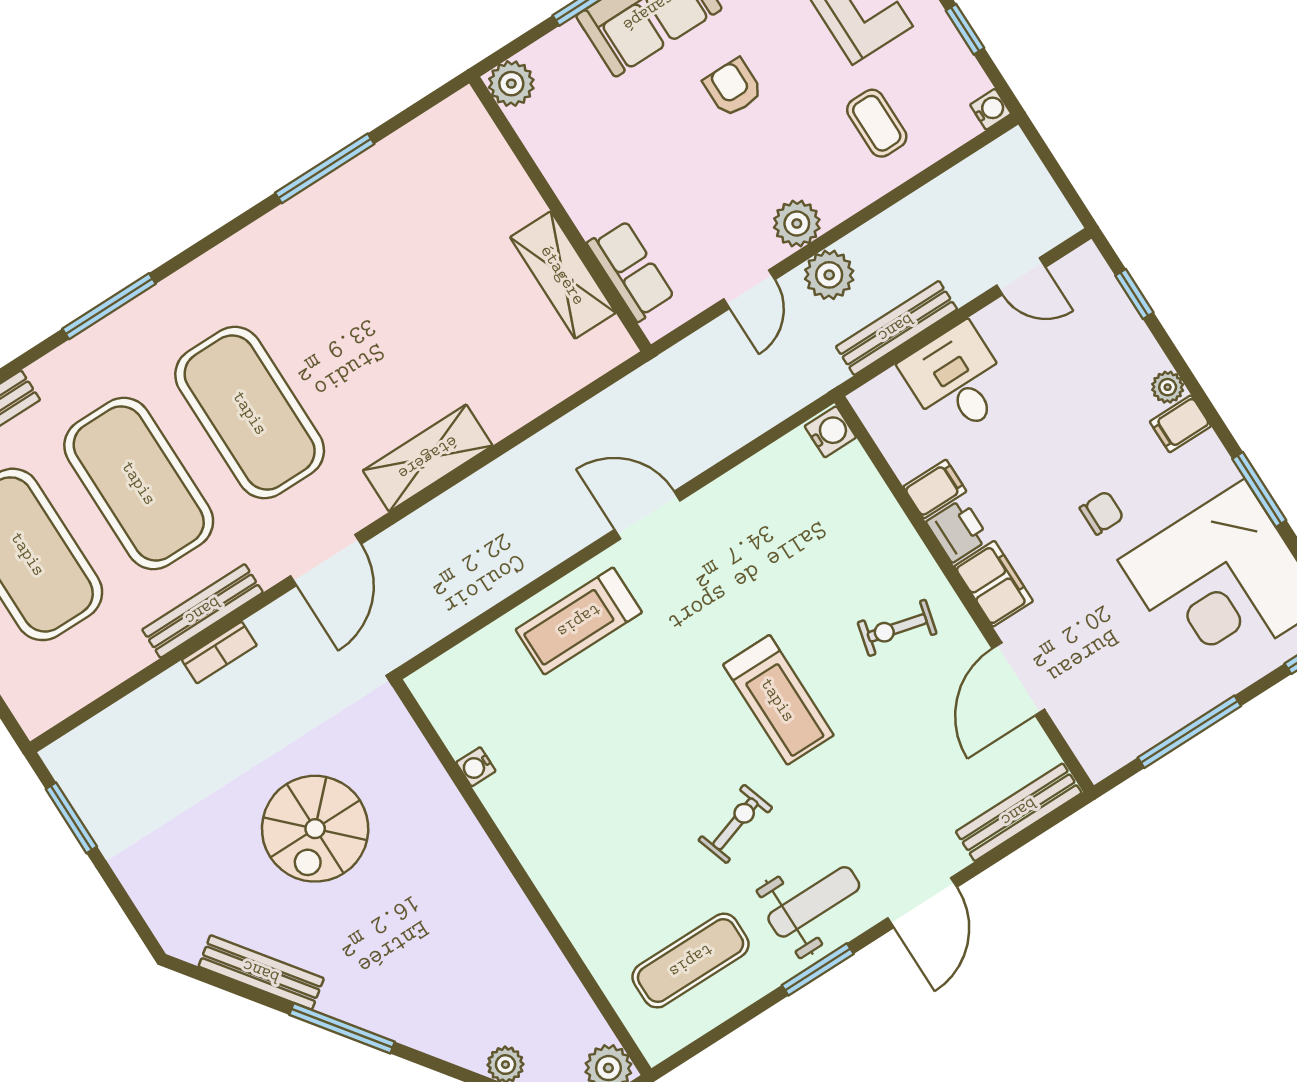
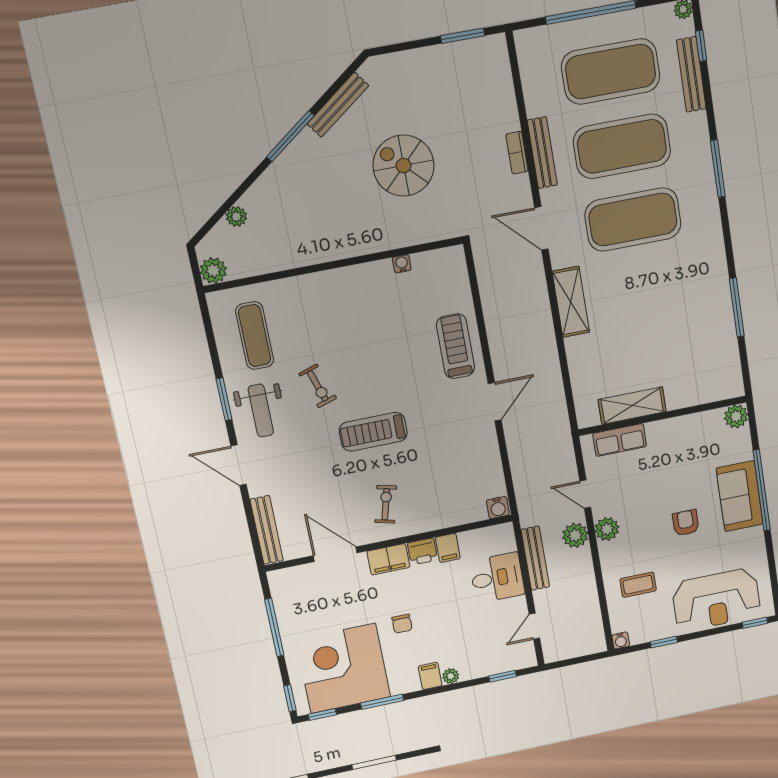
armchair: (733, 88) -> (686, 523), turned -90

